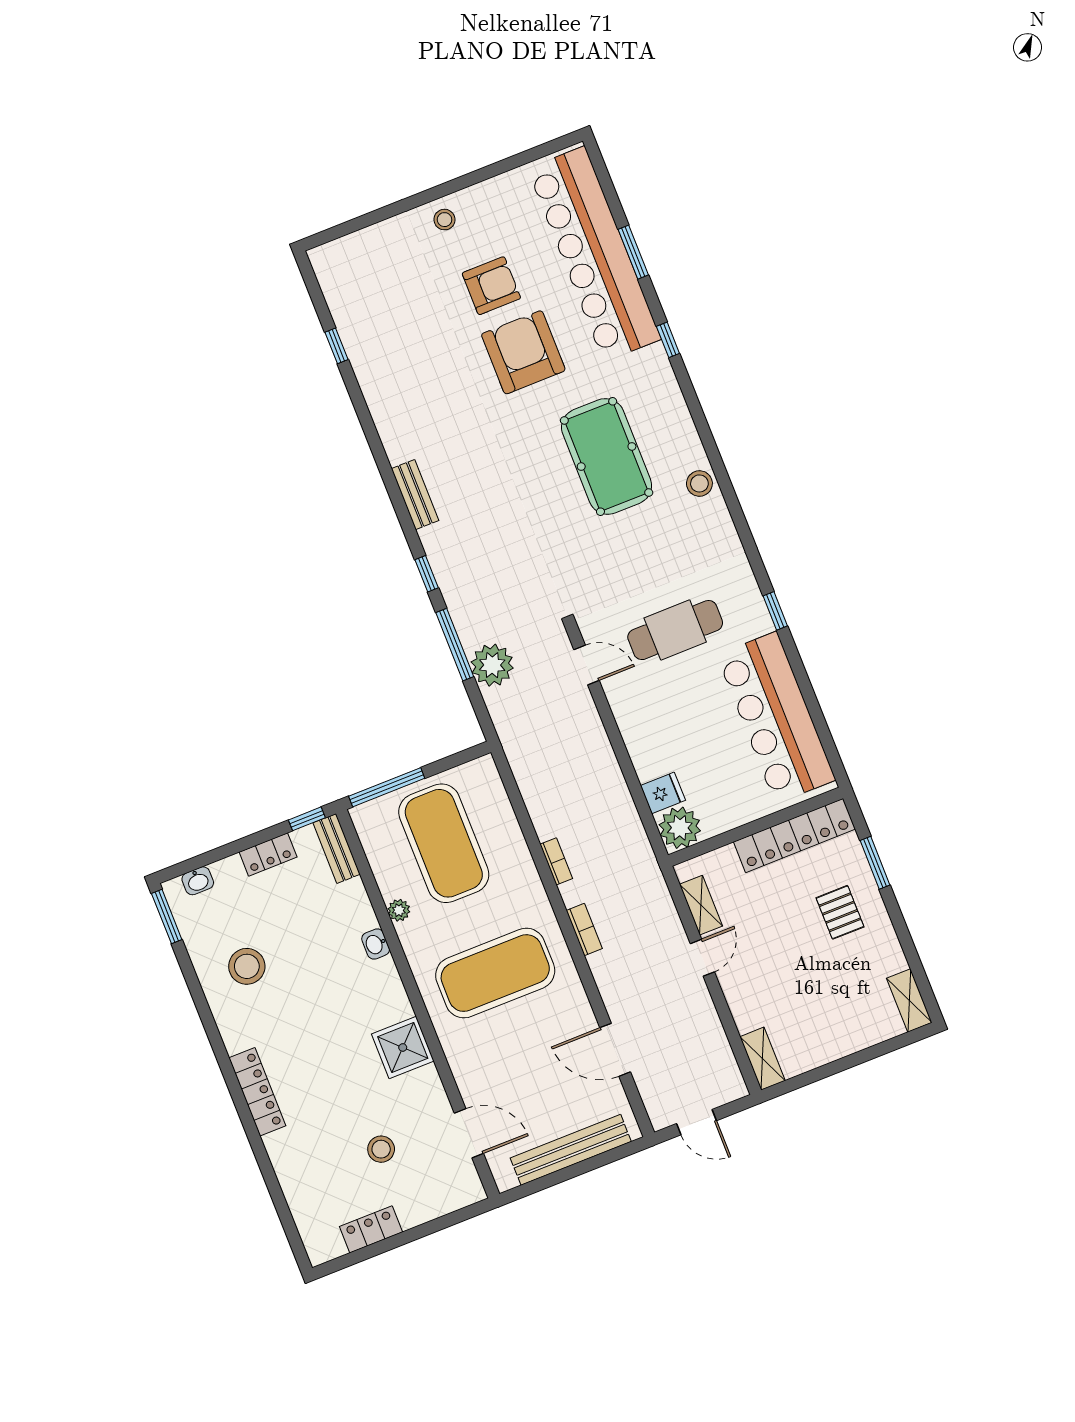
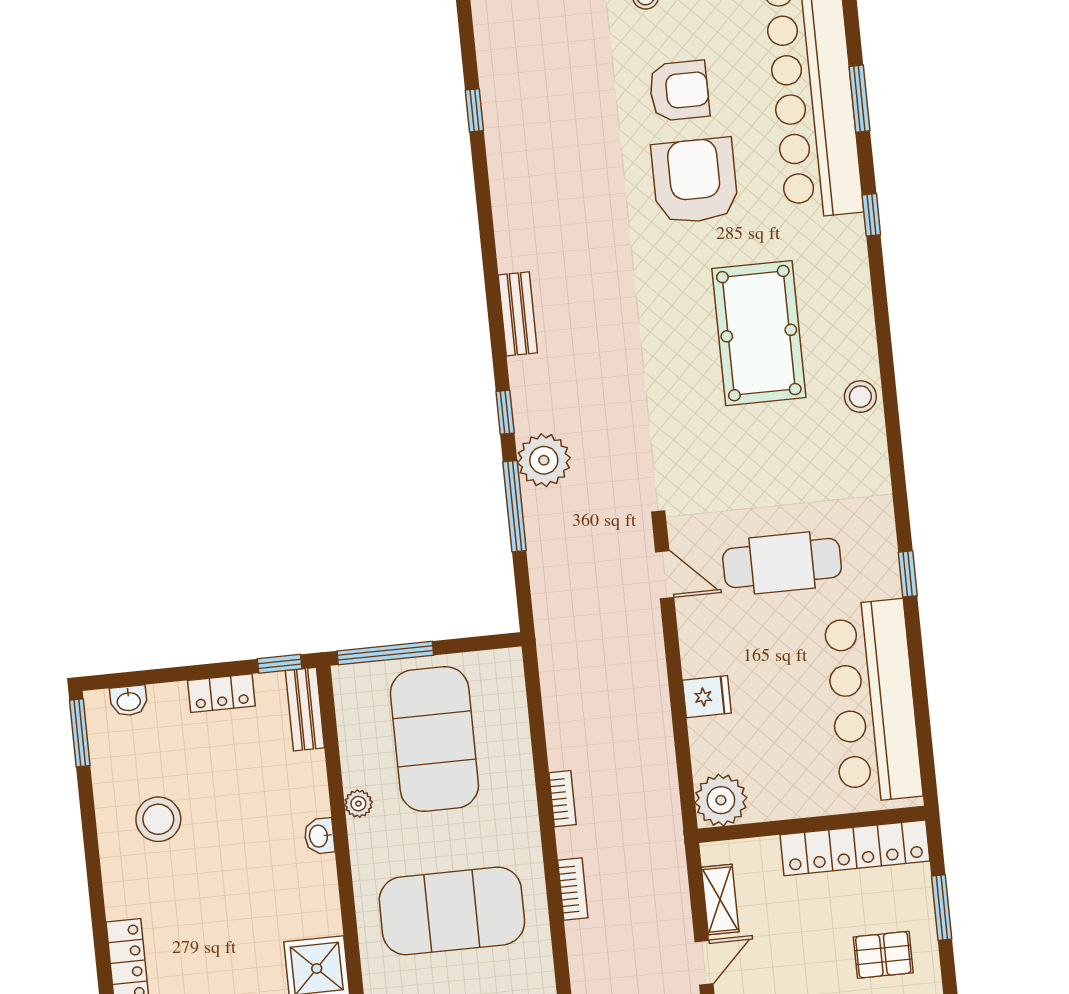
plant: (492, 665) -> (544, 460), moved
fridge: (663, 793) -> (707, 697), moved
pallet: (840, 912) -> (883, 955), turned 90

